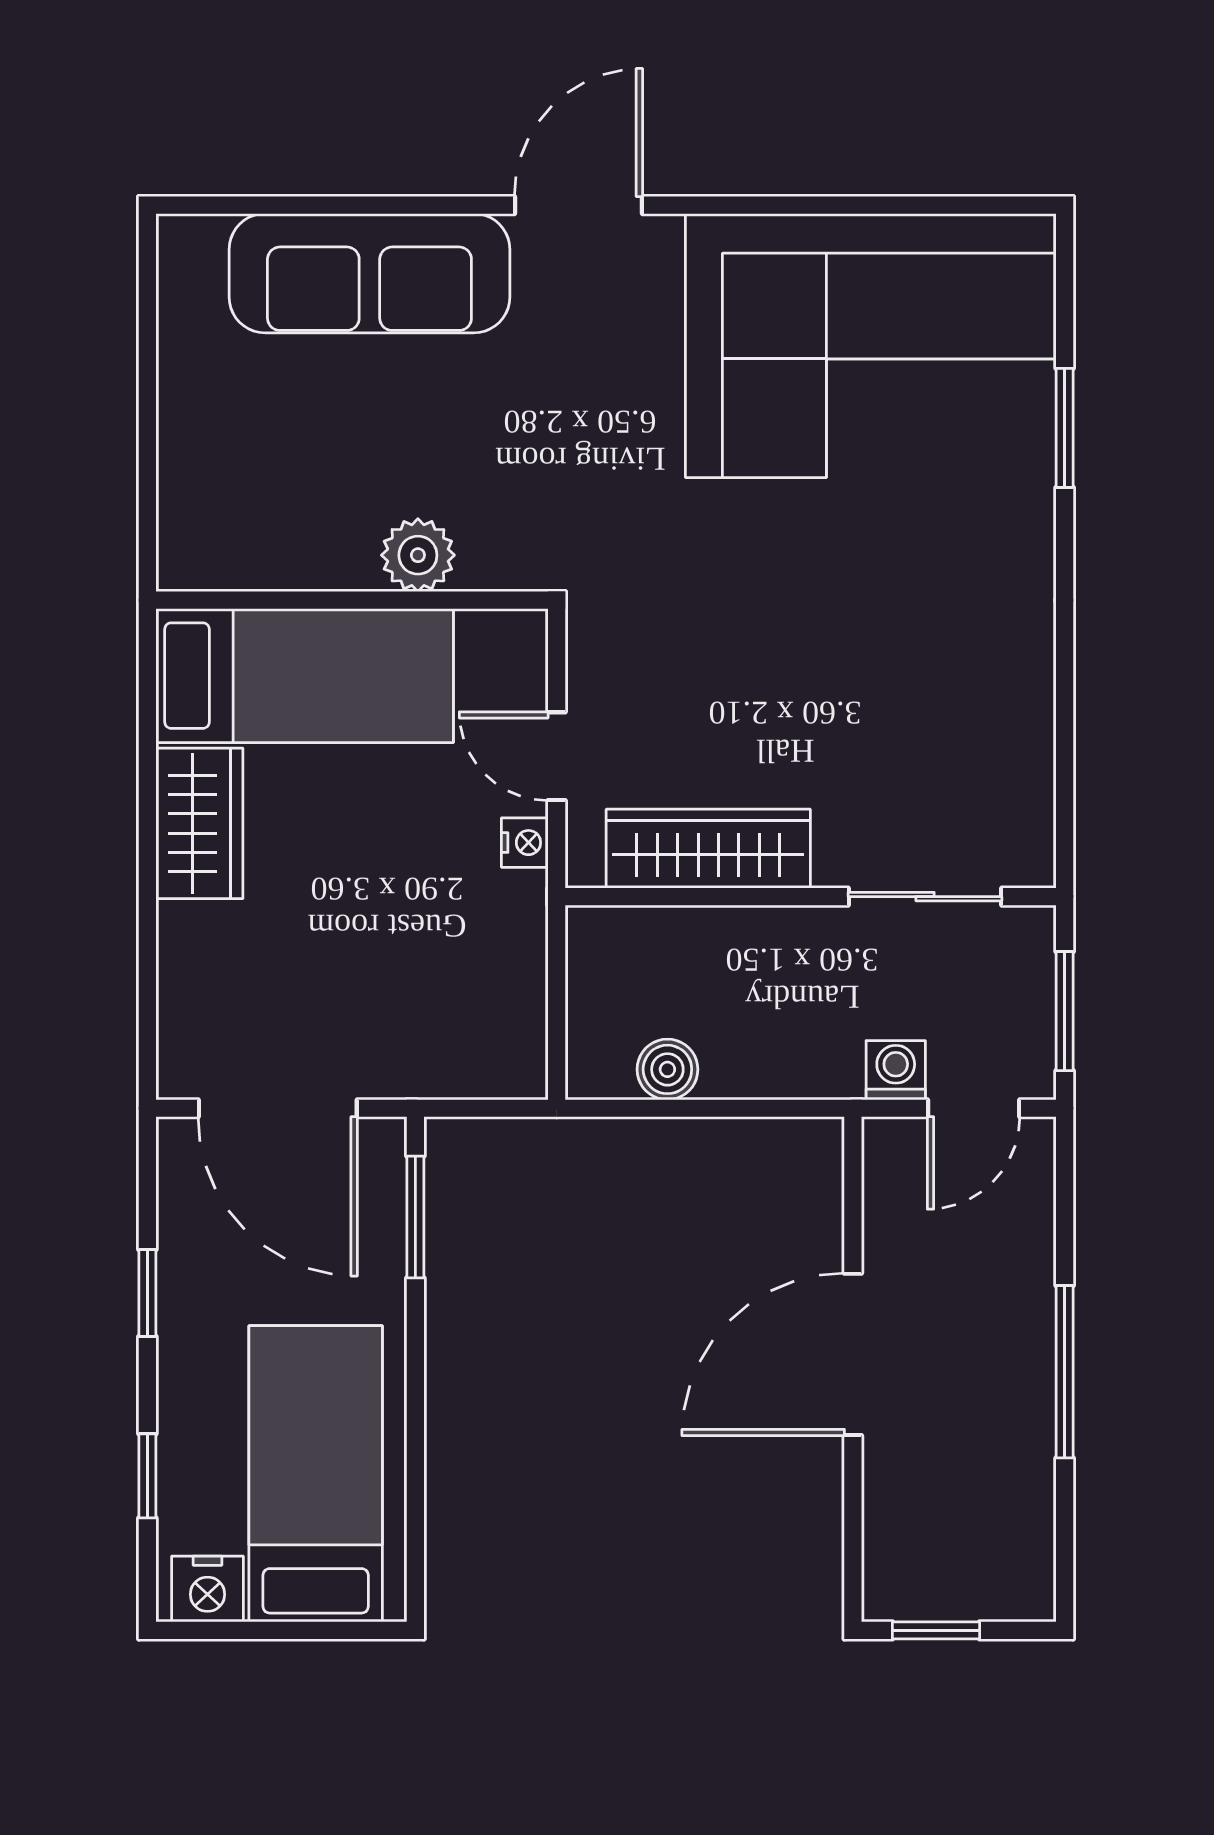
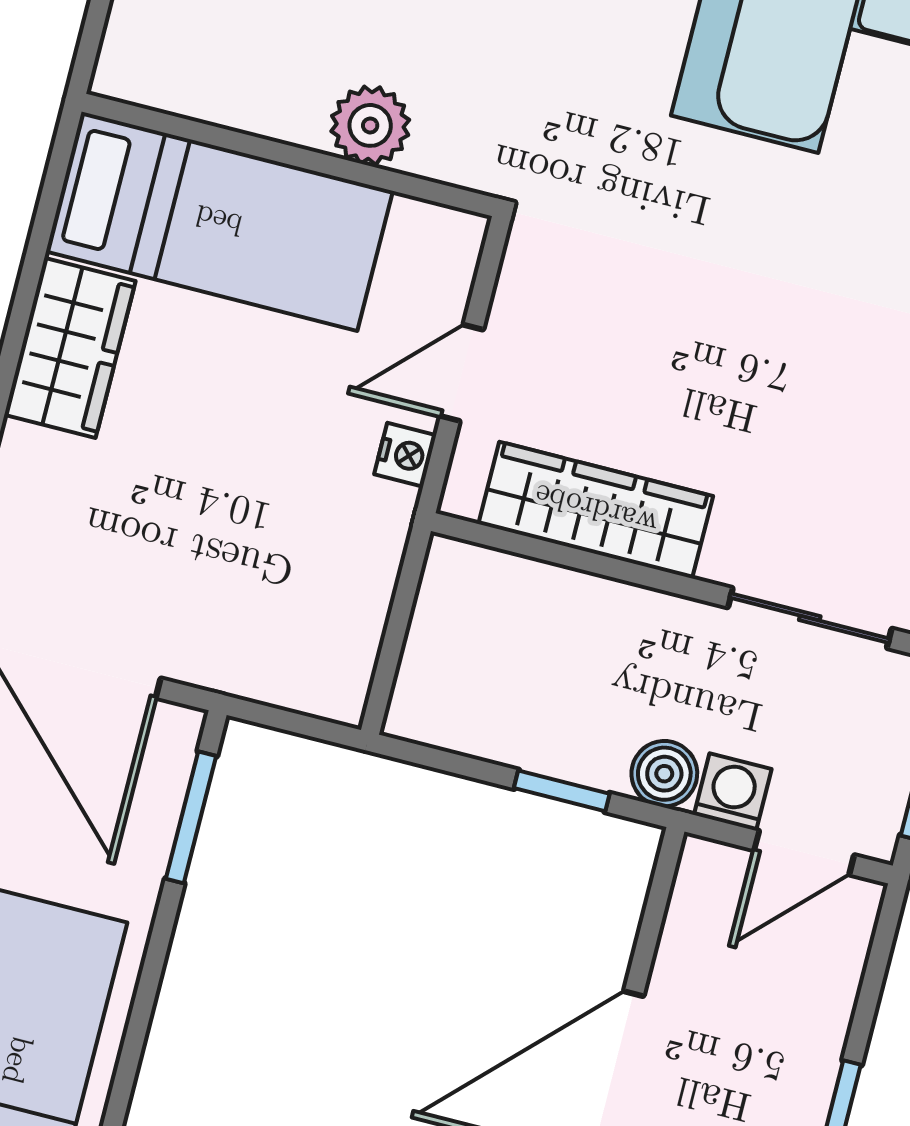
door: (557, 756) -> (462, 373), hinge flipped
boiler: (667, 1069) -> (664, 774), moved
window: (742, 1108) -> (562, 791), added

